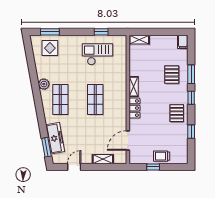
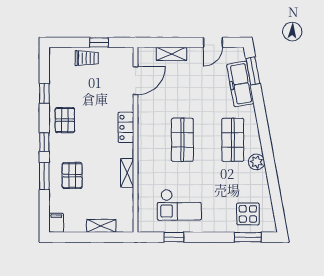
shelving: (139, 40) -> (101, 226), moved
shelving: (134, 87) -> (127, 173), moved

